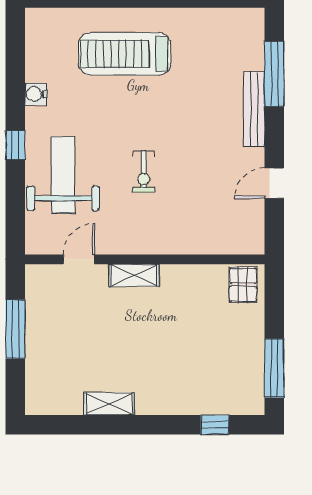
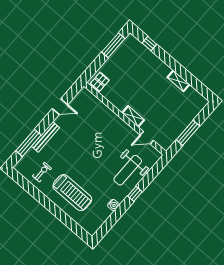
exercise bike: (144, 172) -> (42, 172), moved

